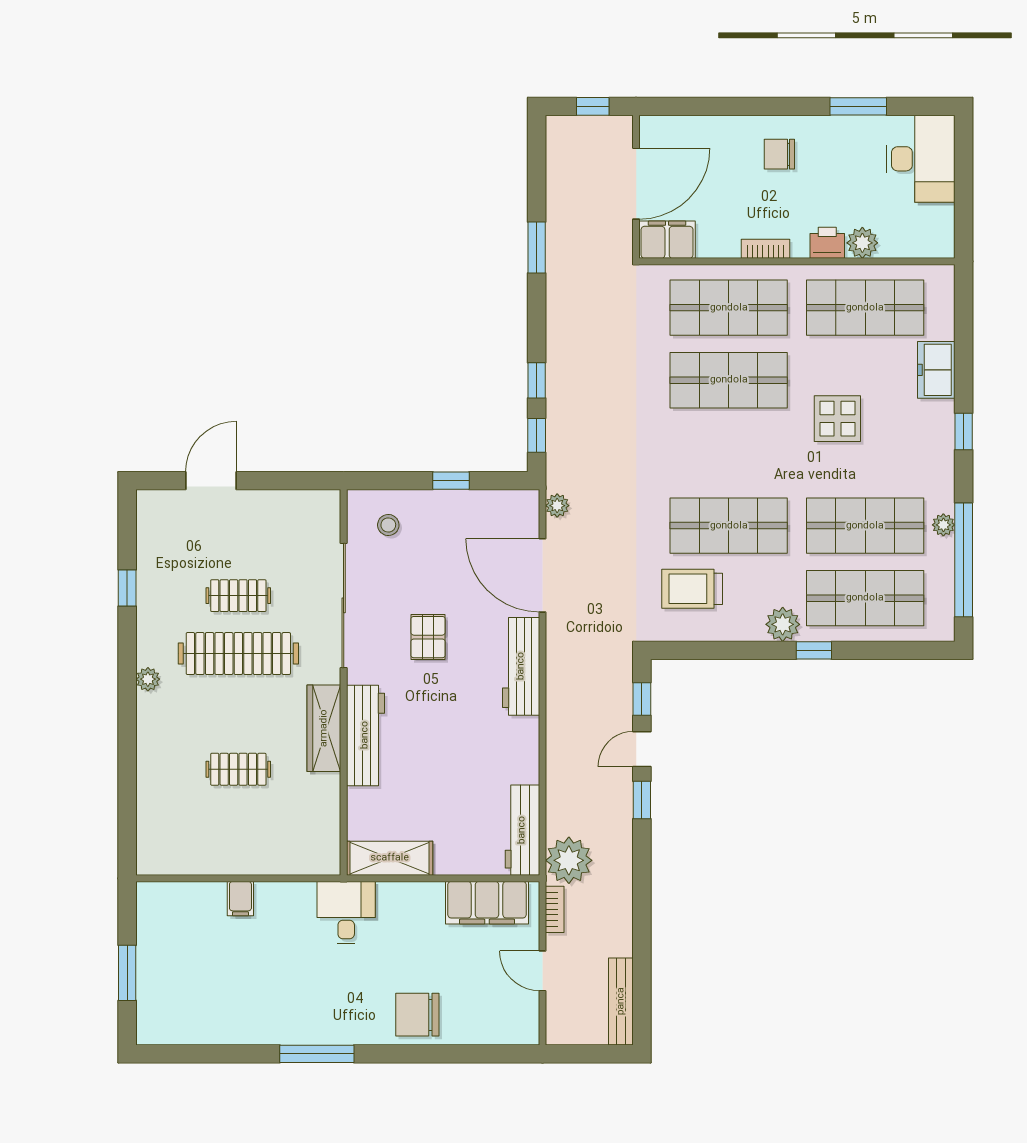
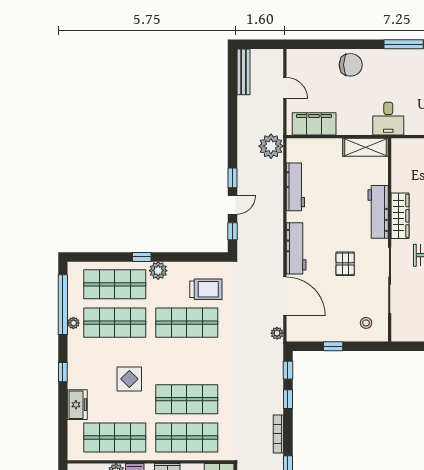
workbench: (522, 830) -> (295, 187), moved
bookcase: (555, 909) -> (278, 434), moved, width x1.56

